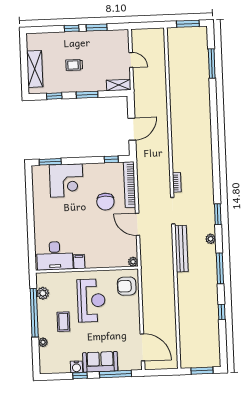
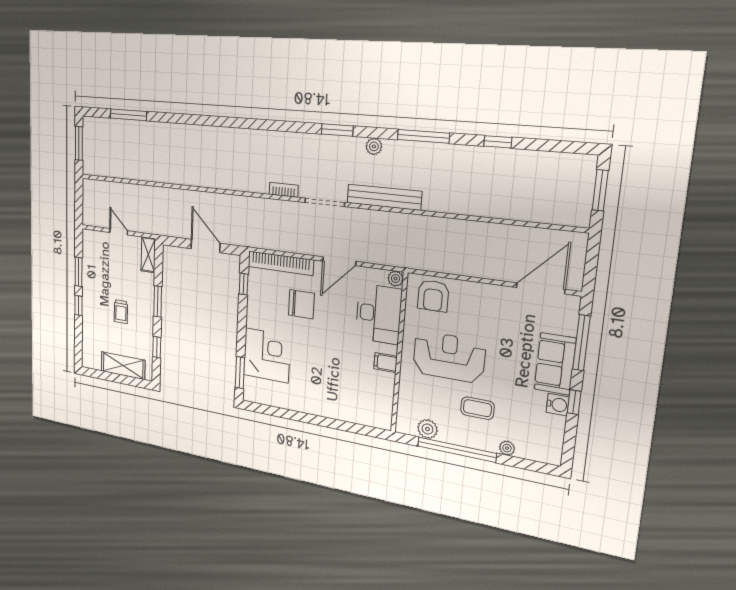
door: (131, 60) -> (119, 232), hinge flipped
desk: (55, 256) -> (379, 314), moved

